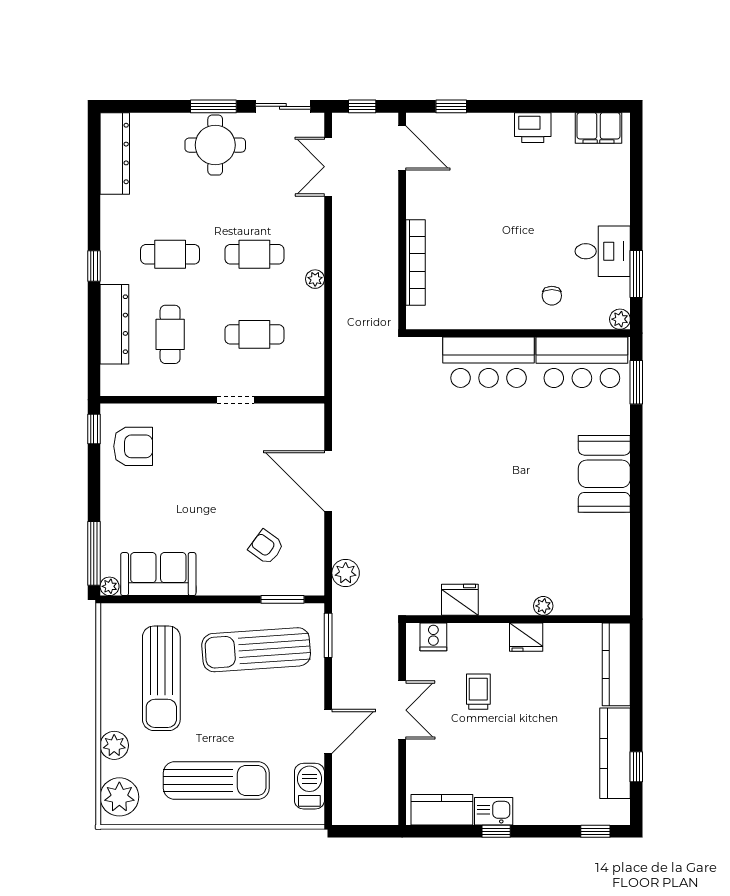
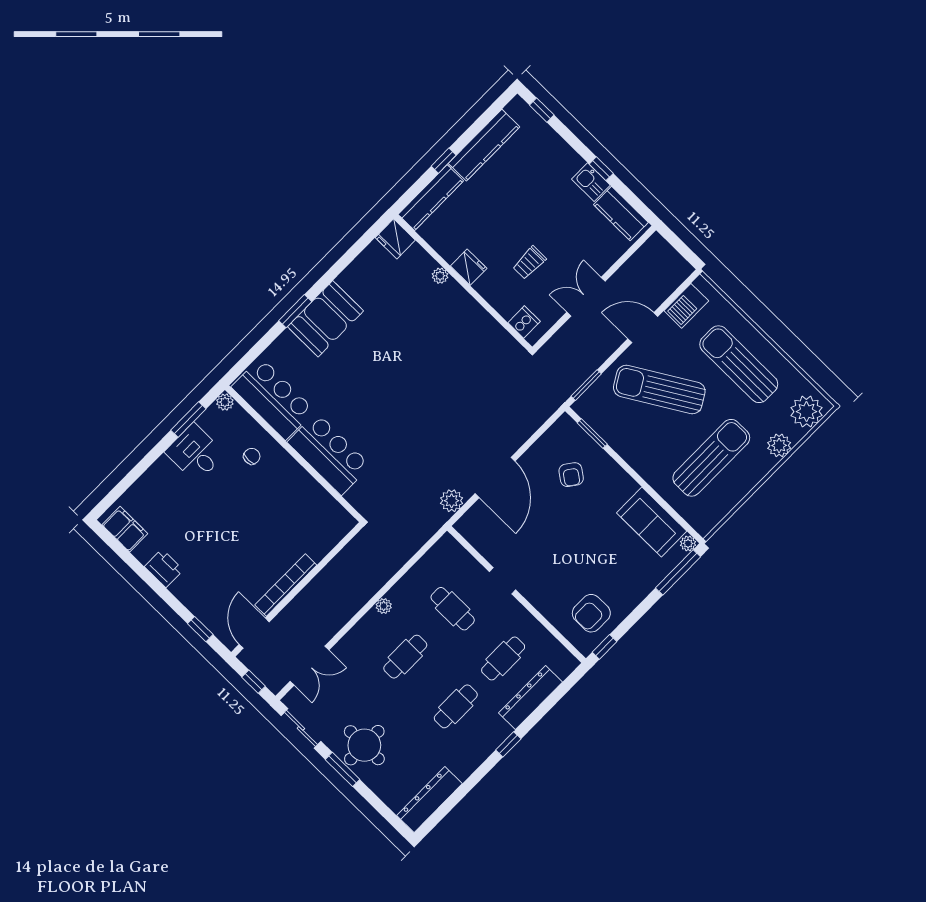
cafe table: (170, 254) -> (456, 706), turned 90
cafe table: (254, 254) -> (405, 657), turned 90
bookcase: (416, 262) -> (286, 585), moved
window: (636, 382) -> (295, 311), moved
armchair: (133, 446) -> (591, 613), turned -90
plant: (346, 573) -> (452, 501), moved
fridge: (460, 600) -> (395, 239), moved
sun lounger: (256, 650) -> (659, 389), moved, turned 153
window: (636, 767) -> (444, 161), moved

